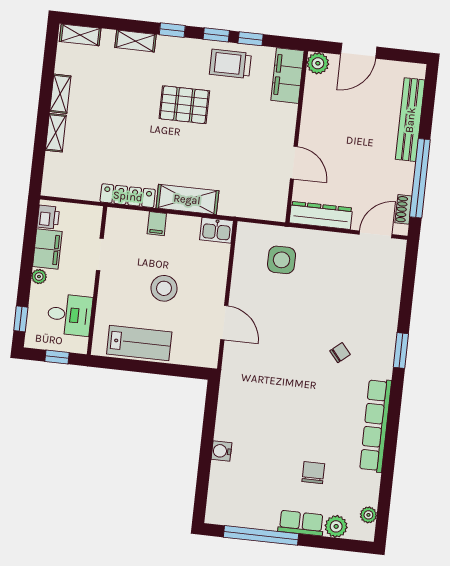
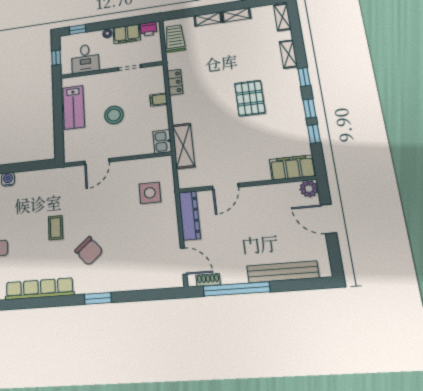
trolley: (230, 64) -> (175, 38), moved
locker: (128, 196) -> (175, 82), width x0.66
shelving: (187, 199) -> (183, 146), moved
chair: (340, 353) -> (89, 251), width x1.87, depth x1.87
coffee table: (301, 393) -> (56, 228), added

